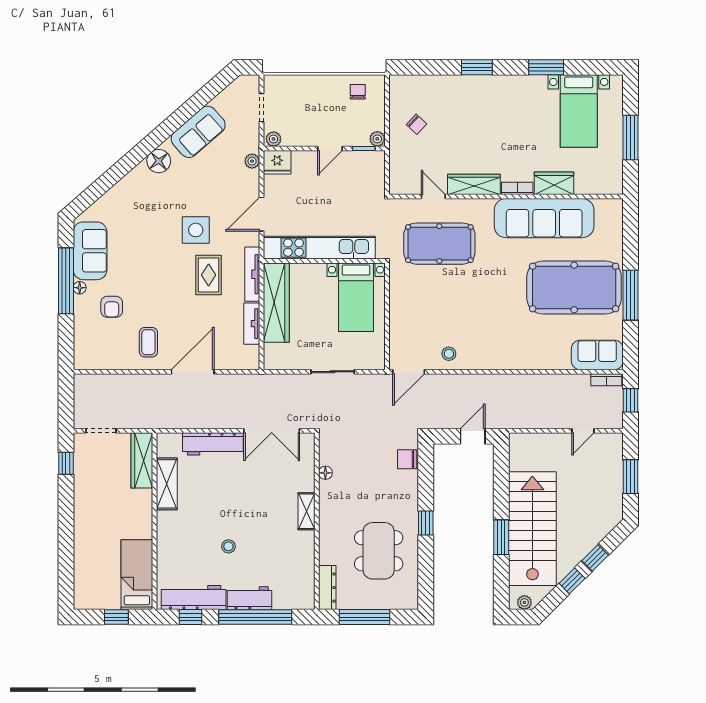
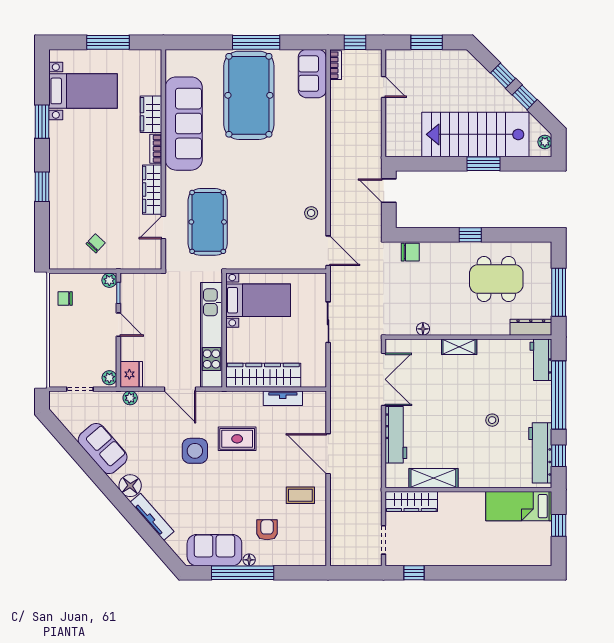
tv unit: (252, 274) -> (152, 517), moved, turned -131
armchair: (112, 307) -> (267, 530), turned -90
chair: (407, 459) -> (410, 252), turned -90
workbench: (250, 598) -> (541, 360), moved

